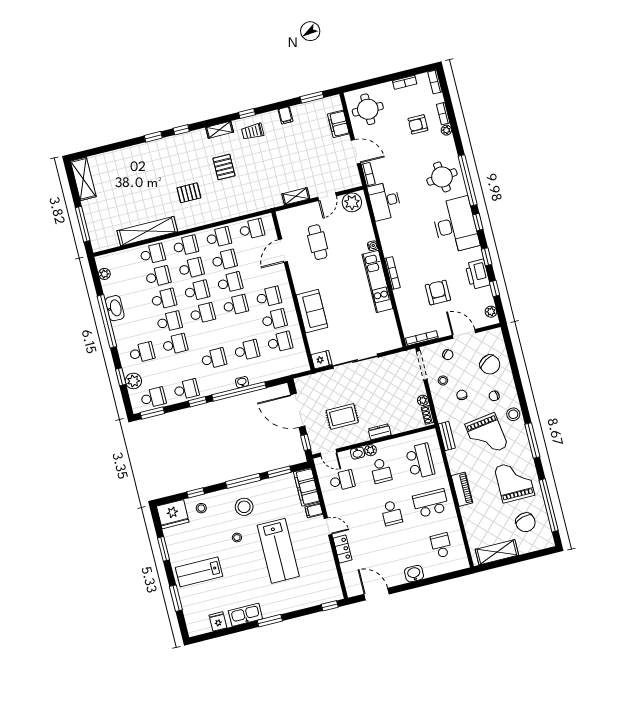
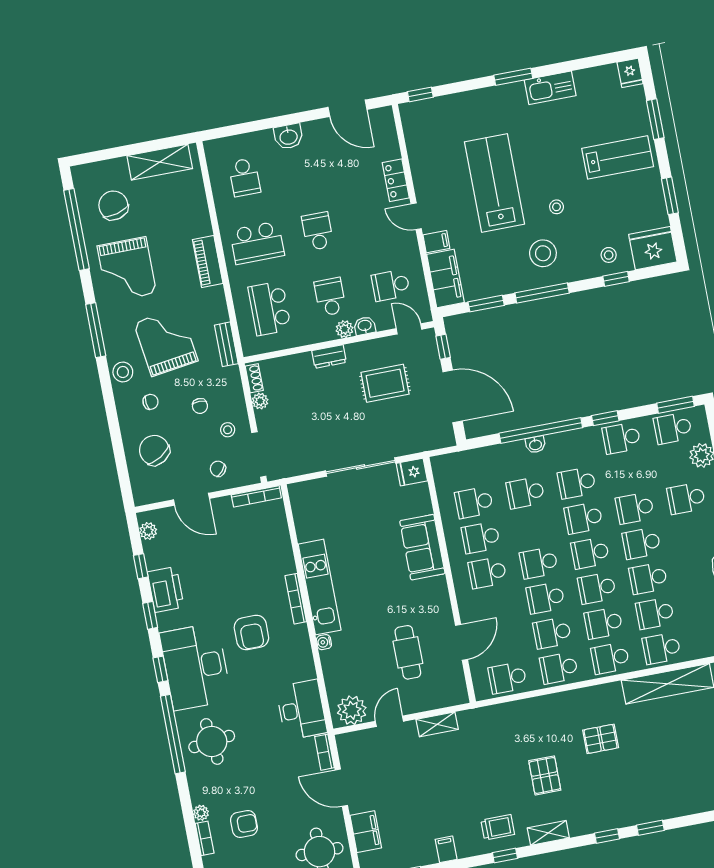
armchair: (438, 293) -> (251, 633), moved
school desk: (208, 336) -> (583, 518), added
fridge: (218, 621) -> (630, 73), moved

